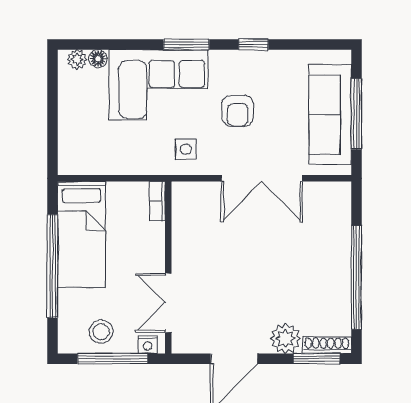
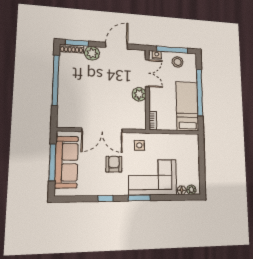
double door: (262, 178) -> (102, 130), swing flipped
plant: (186, 256) -> (139, 94), added

